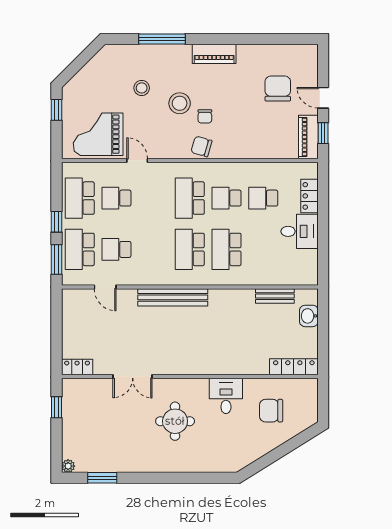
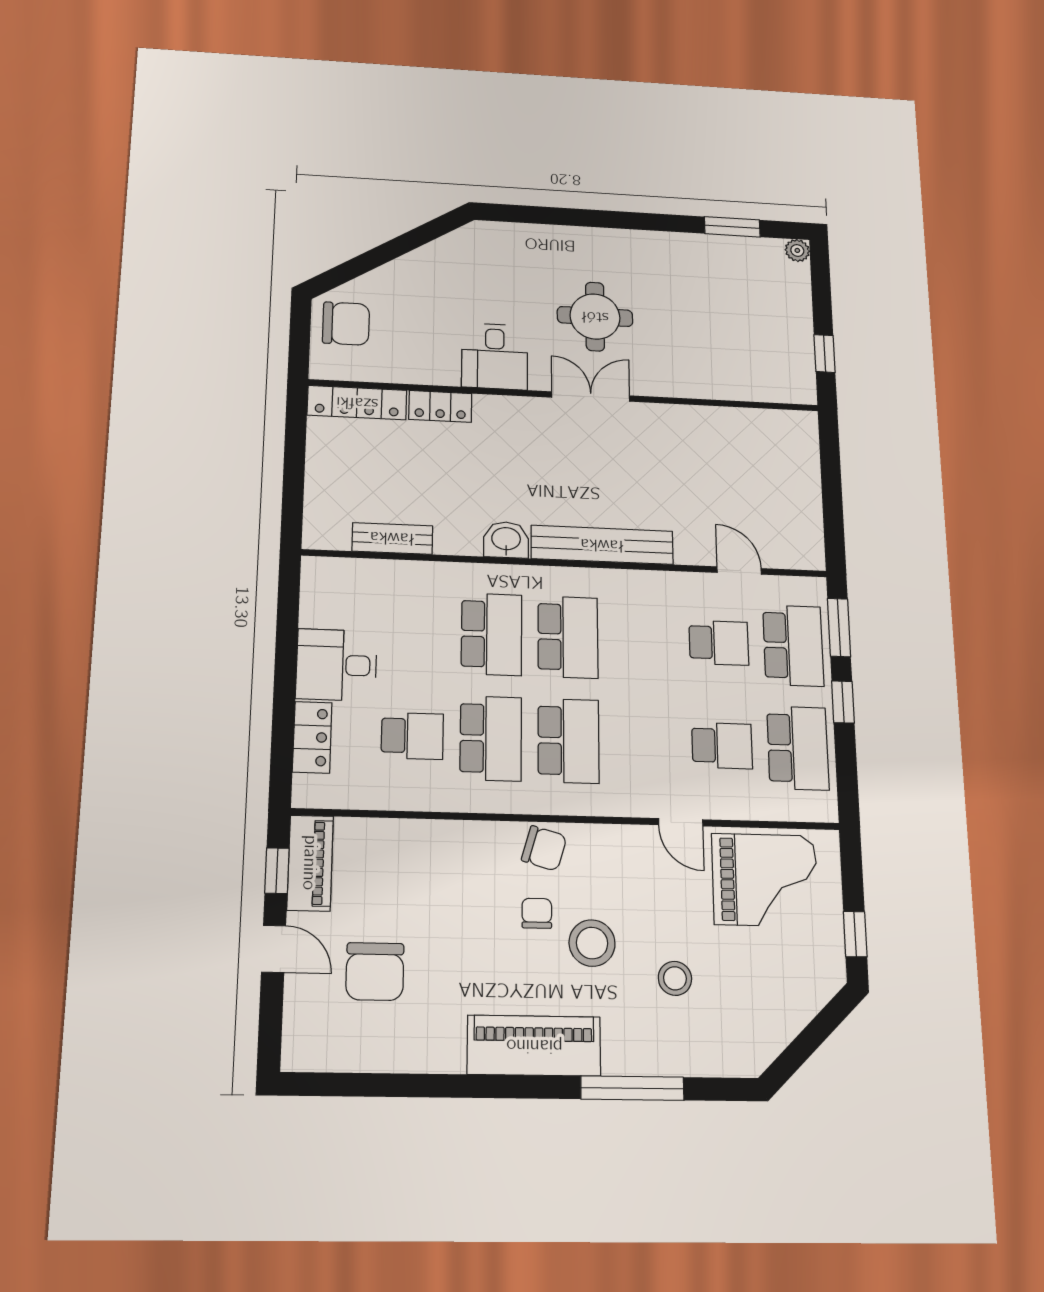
piano: (214, 54) -> (534, 1046), width x1.37, depth x1.33
school desk: (227, 198) -> (491, 738), width x1.85
washbasin: (309, 316) -> (506, 540), moved, turned -90
locker: (77, 367) -> (440, 406), moved
double door: (133, 376) -> (591, 397), moved
chair: (271, 411) -> (346, 324), moved

